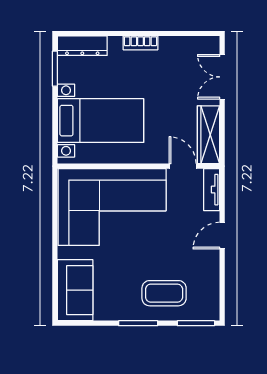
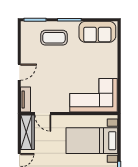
corner sofa: (112, 207) -> (94, 95), width x0.73, depth x0.74
sofa: (75, 290) -> (97, 32), moved, turned -90

